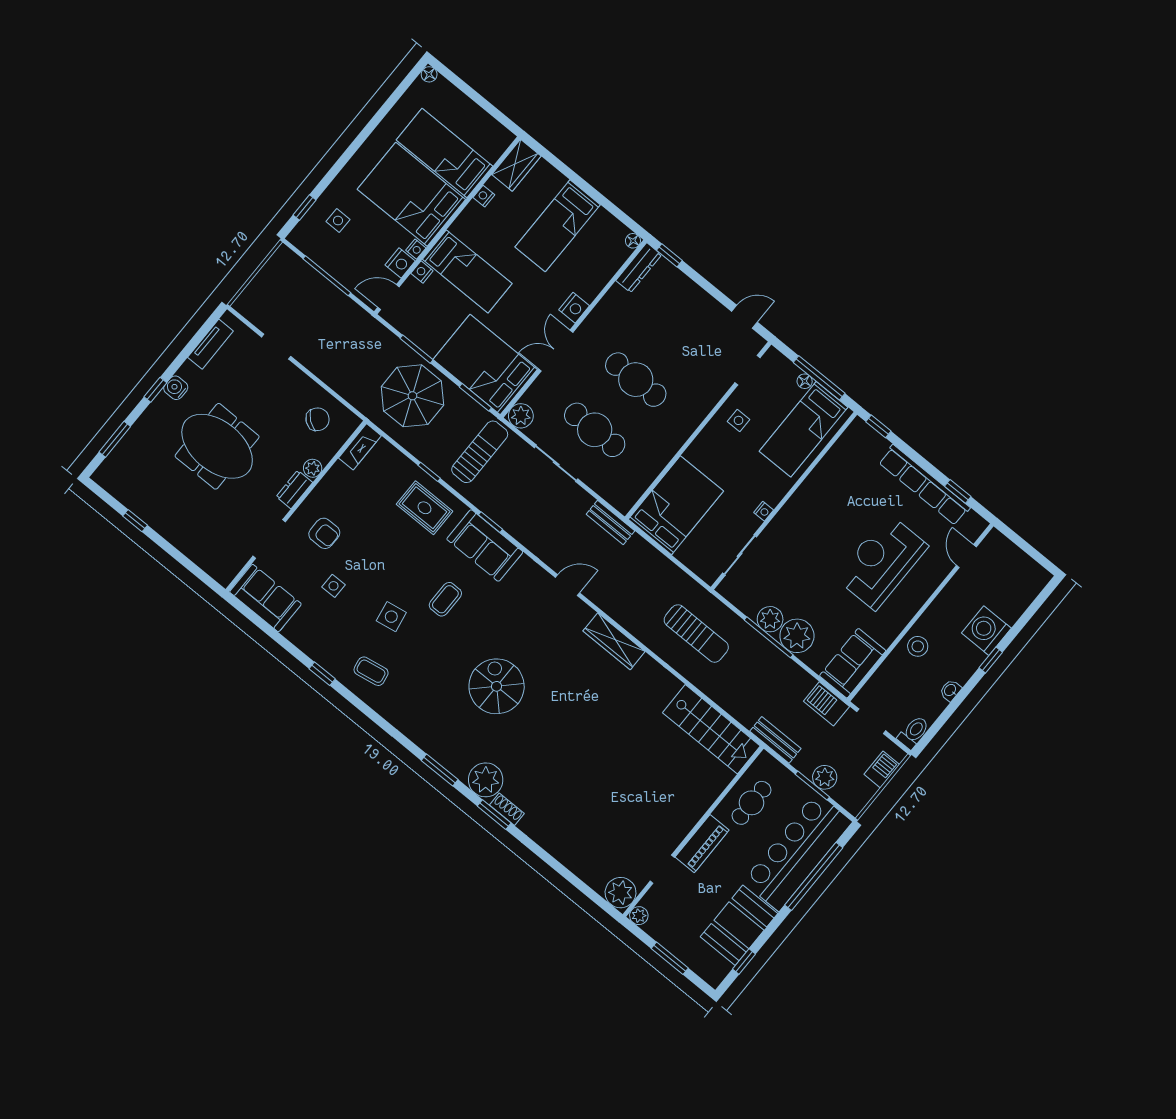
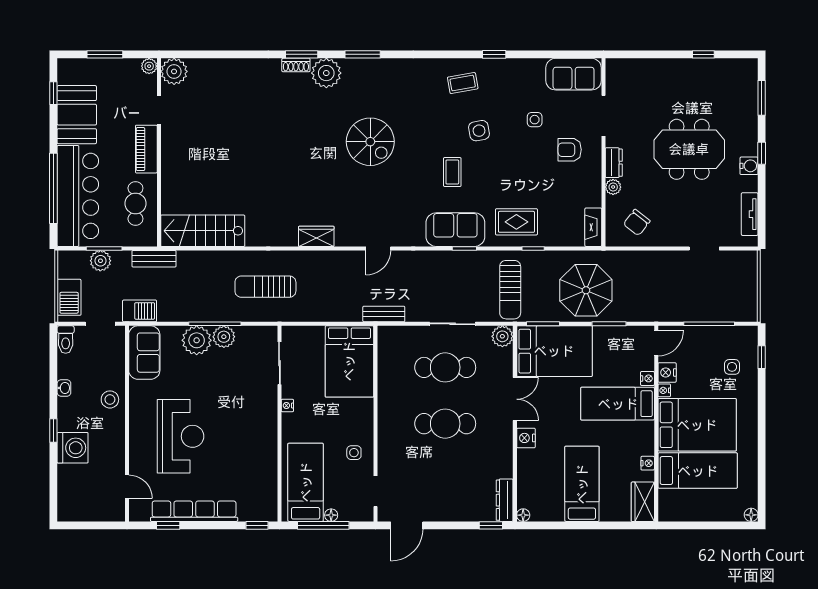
door: (745, 317) -> (407, 525), width x1.38
wardrobe: (614, 641) -> (316, 236), width x0.67
barbecue: (882, 769) -> (69, 297), width x1.38, depth x1.27

